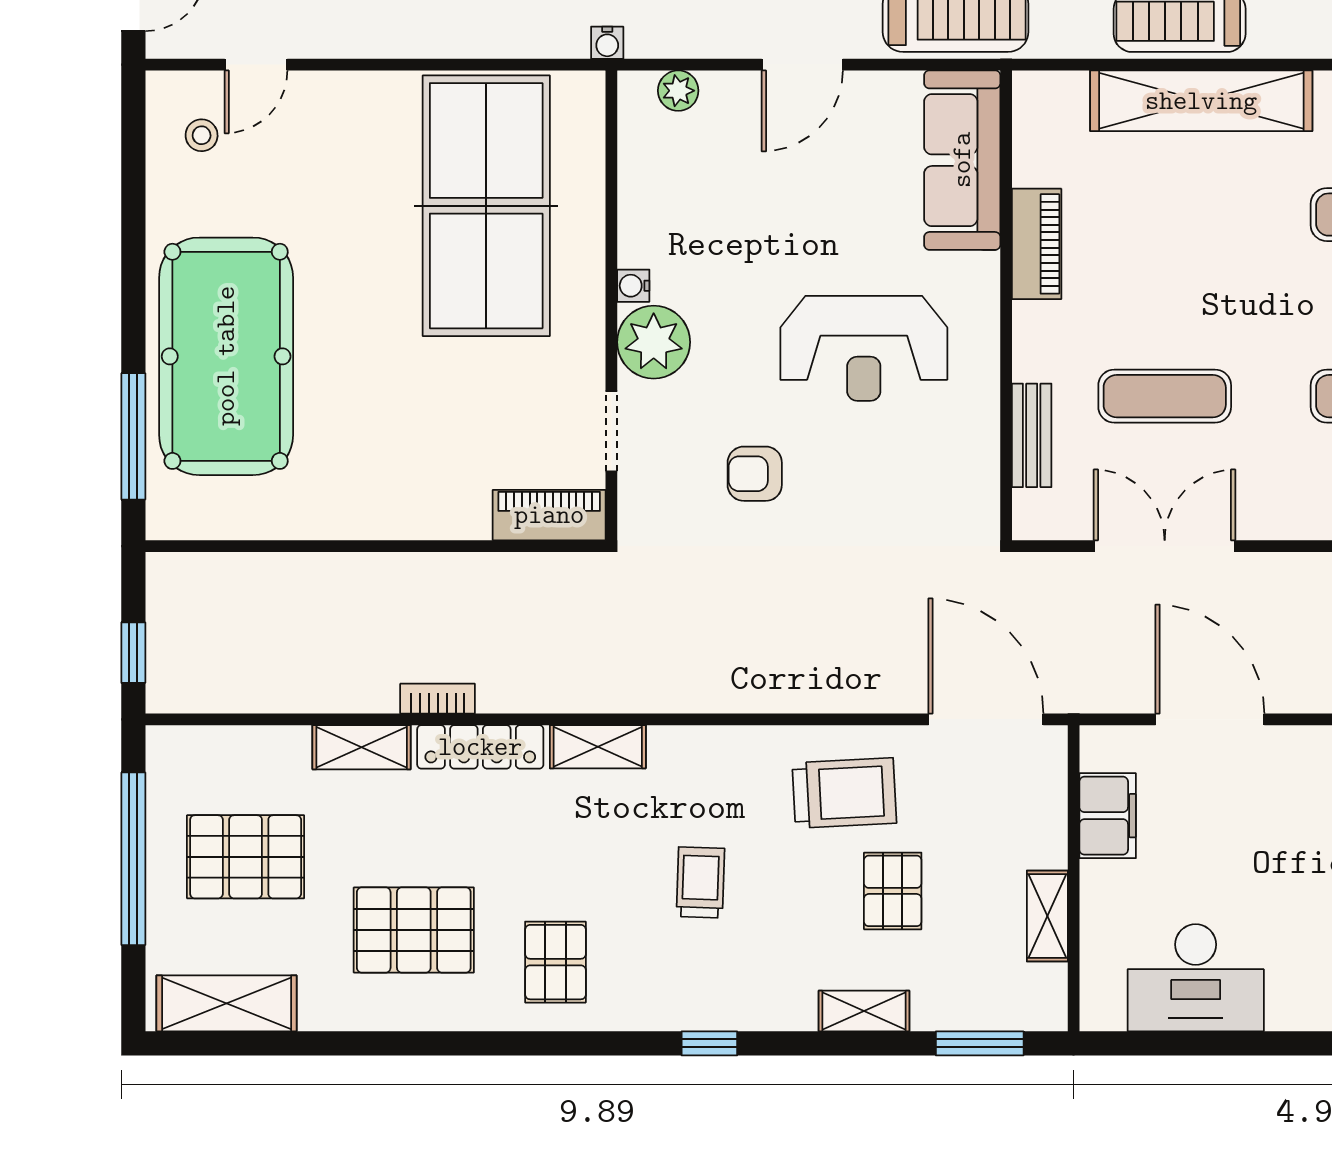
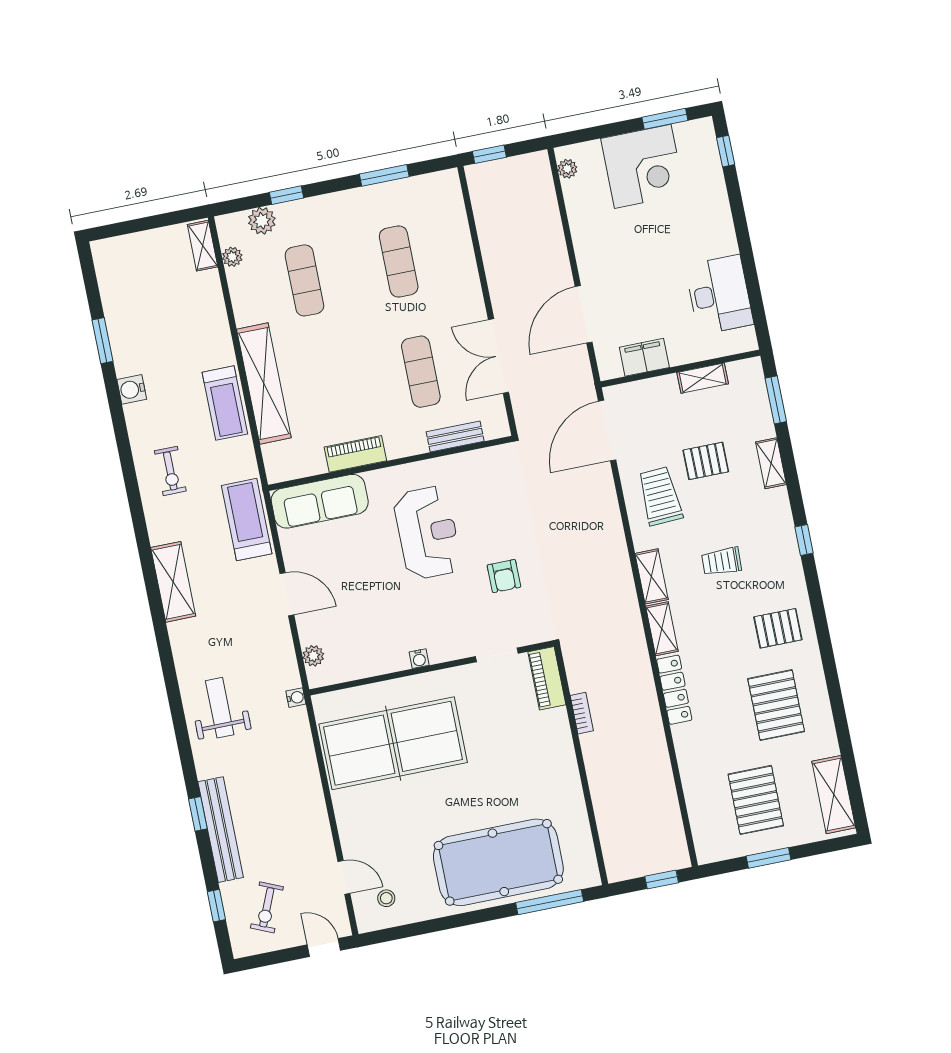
plant: (654, 342) -> (446, 642), removed
bookcase: (438, 699) -> (582, 713), moved, turned 180
shelving: (362, 747) -> (652, 576), moved
window: (133, 859) -> (768, 858), width x0.47

